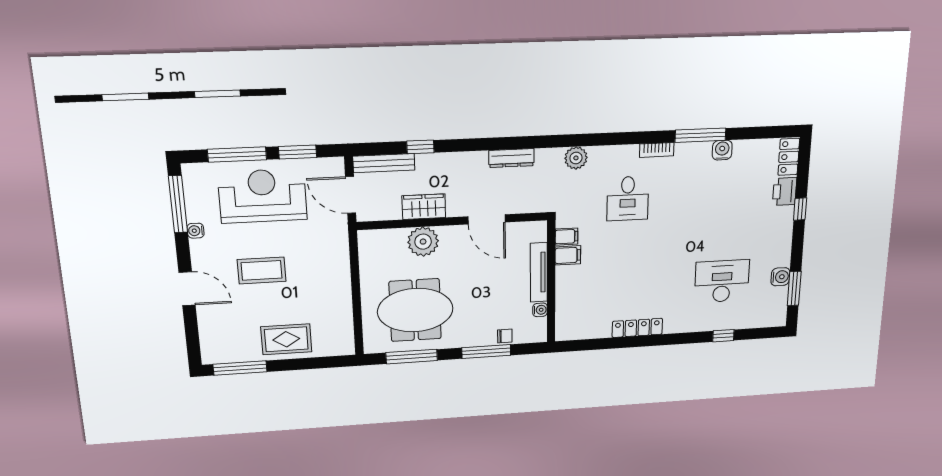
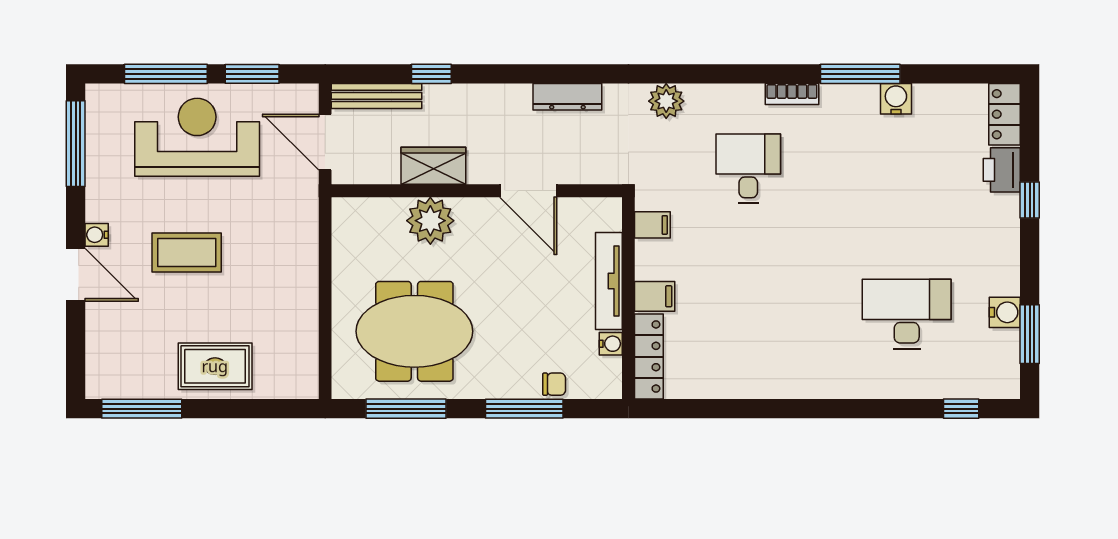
desk: (628, 198) -> (748, 169), turned 180
water cooler: (196, 231) -> (97, 235), moved
filing cabinet: (568, 255) -> (655, 296), moved
locker: (637, 328) -> (649, 357), moved, turned 90
window: (723, 336) -> (961, 409), moved

